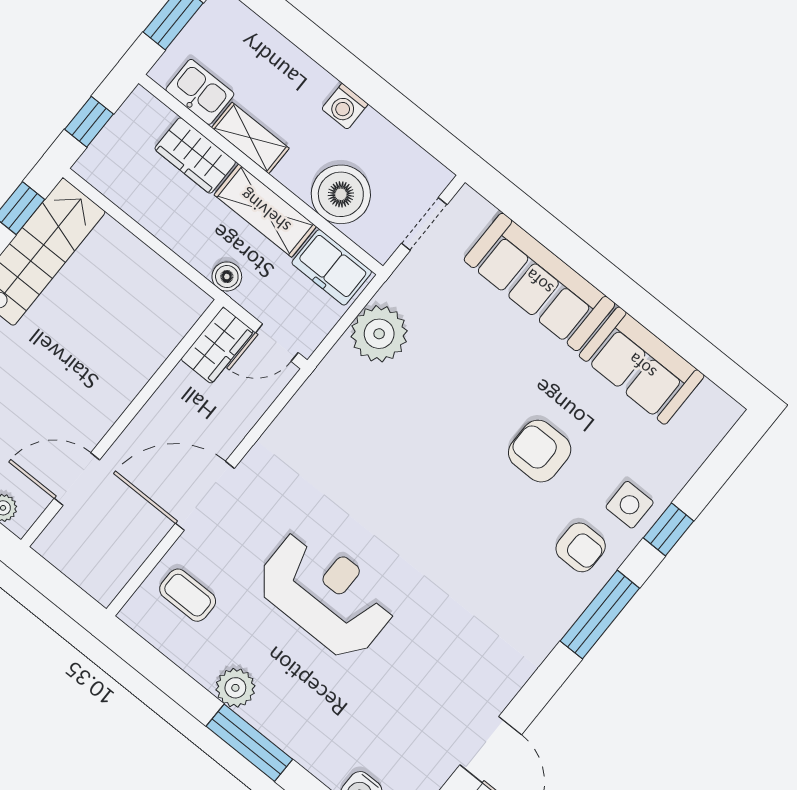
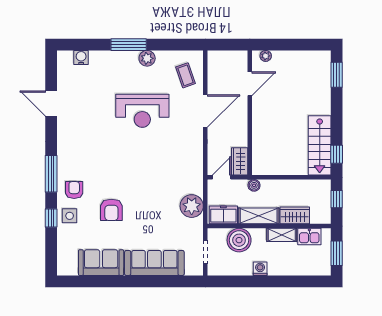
armchair: (540, 451) -> (111, 210), turned 90
armchair: (581, 547) -> (74, 190), turned 90
coffee table: (188, 595) -> (186, 75), turned 71

